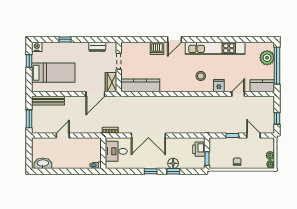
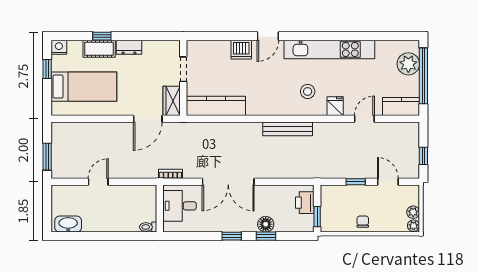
dresser: (97, 47) -> (129, 47), moved
cot: (63, 48) -> (99, 49), added
bench: (48, 101) -> (288, 129), moved

